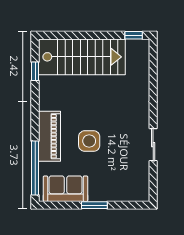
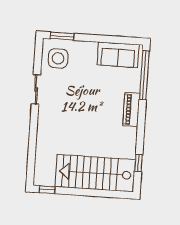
piano: (50, 136) -> (131, 109), width x0.73, depth x0.75
side table: (89, 141) -> (58, 58), moved
window: (94, 205) -> (62, 36), moved

